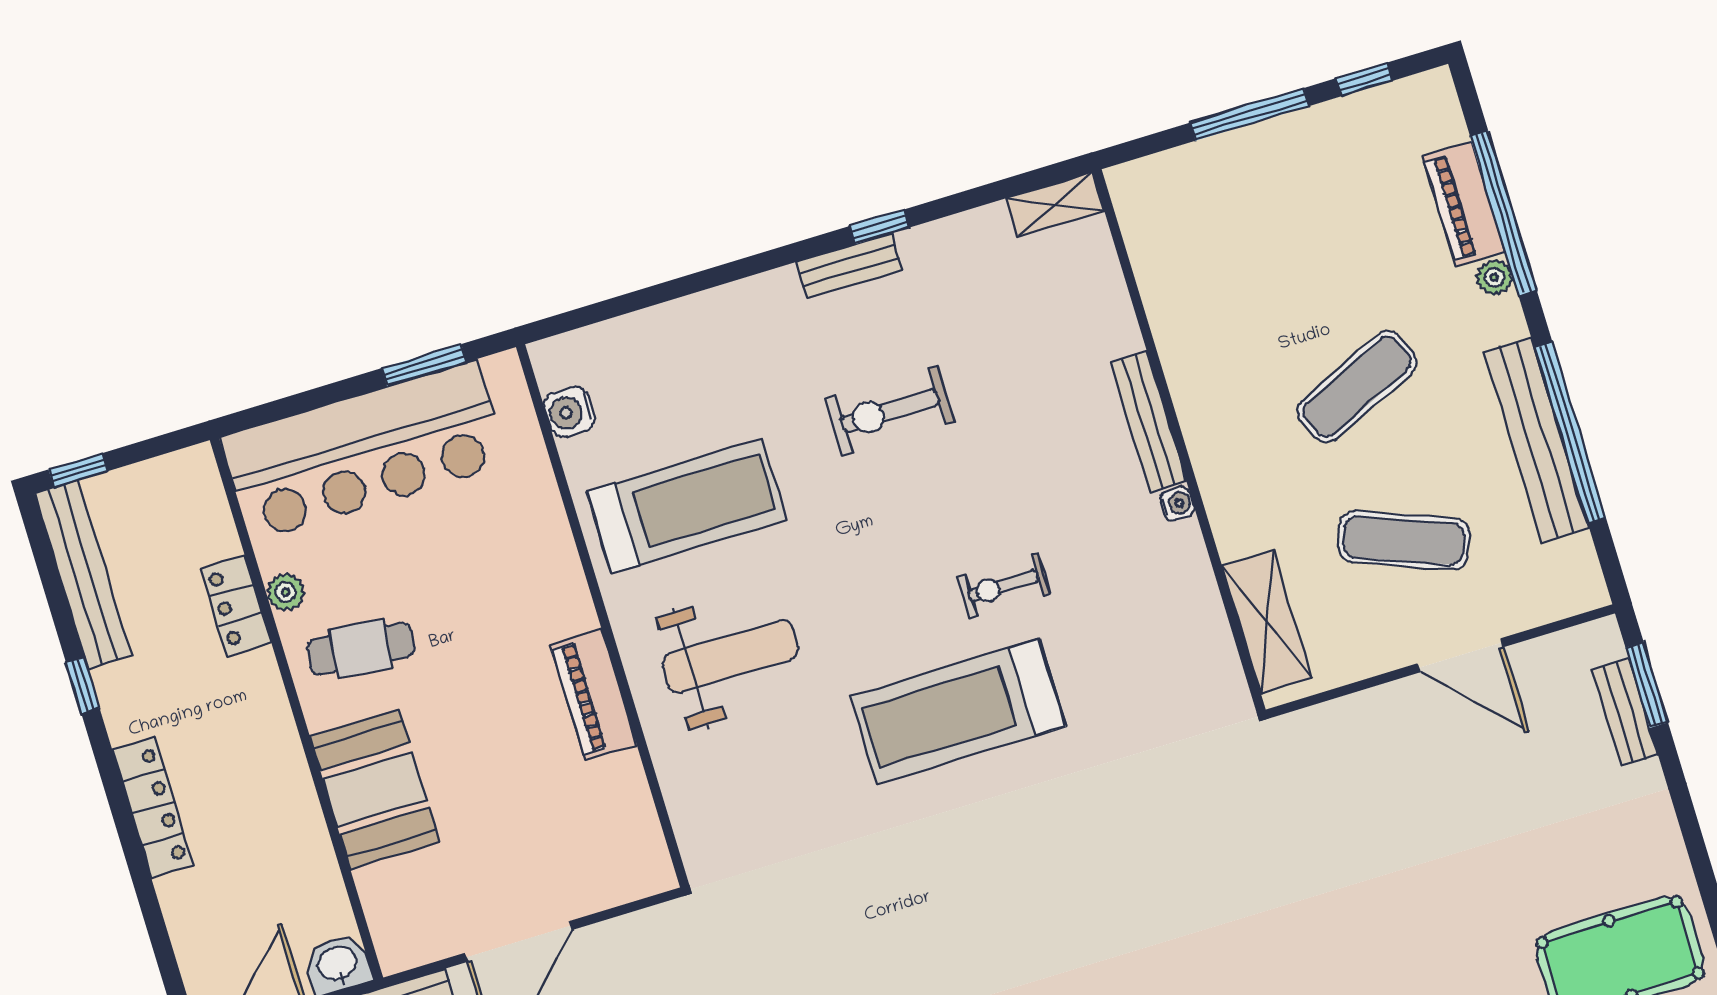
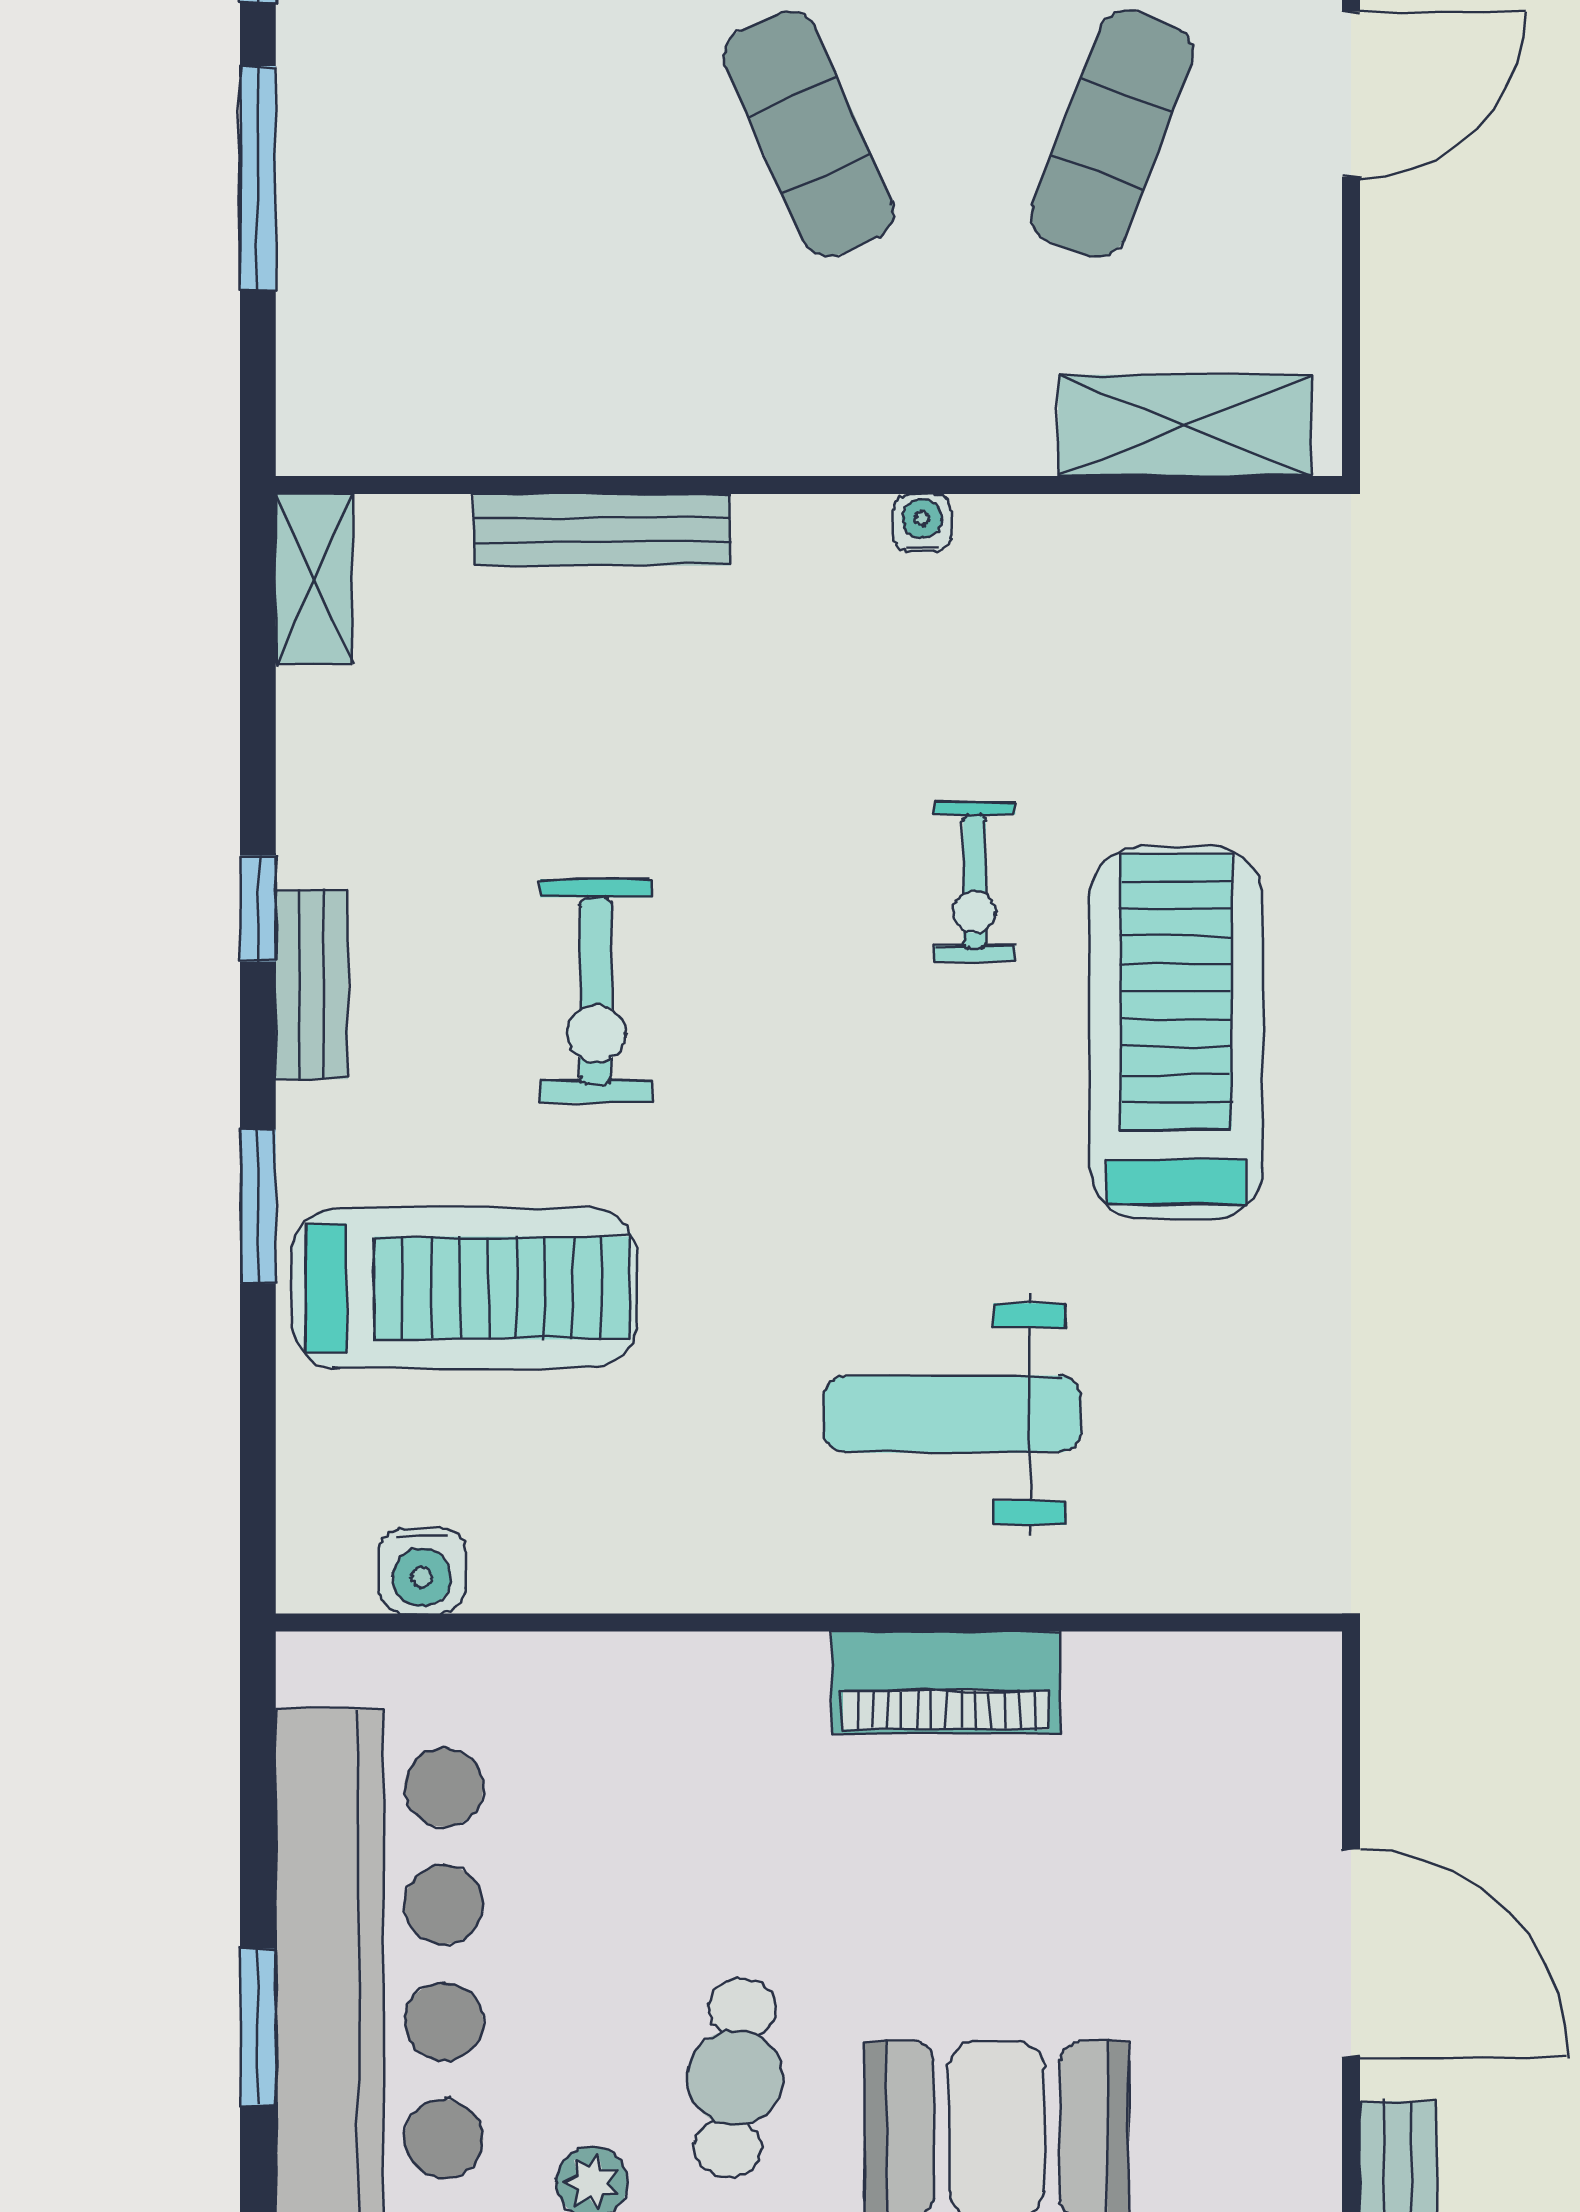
window: (729, 273) -> (258, 1206), added
window: (424, 365) -> (258, 2027), moved
bench: (1148, 422) -> (602, 530), moved
treadmill: (687, 506) -> (464, 1288), moved, turned 90
weight bench: (730, 656) -> (952, 1414), turned -90
treadmill: (958, 711) -> (1176, 1033), turned 180

